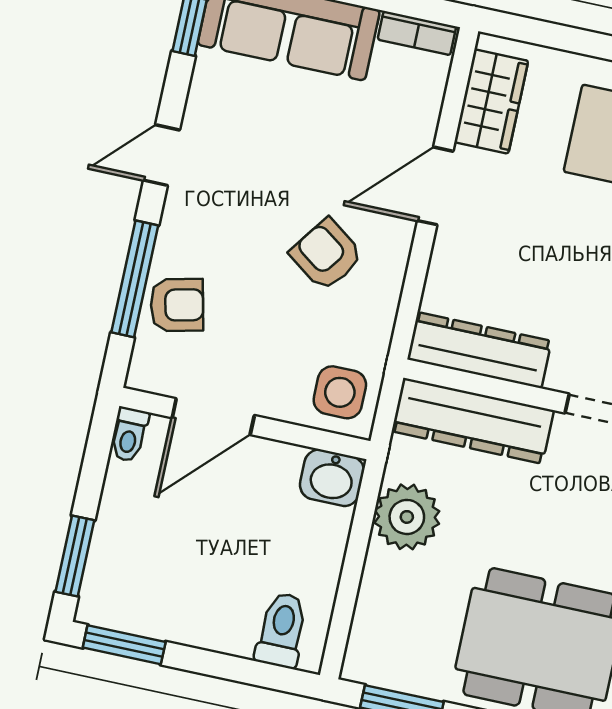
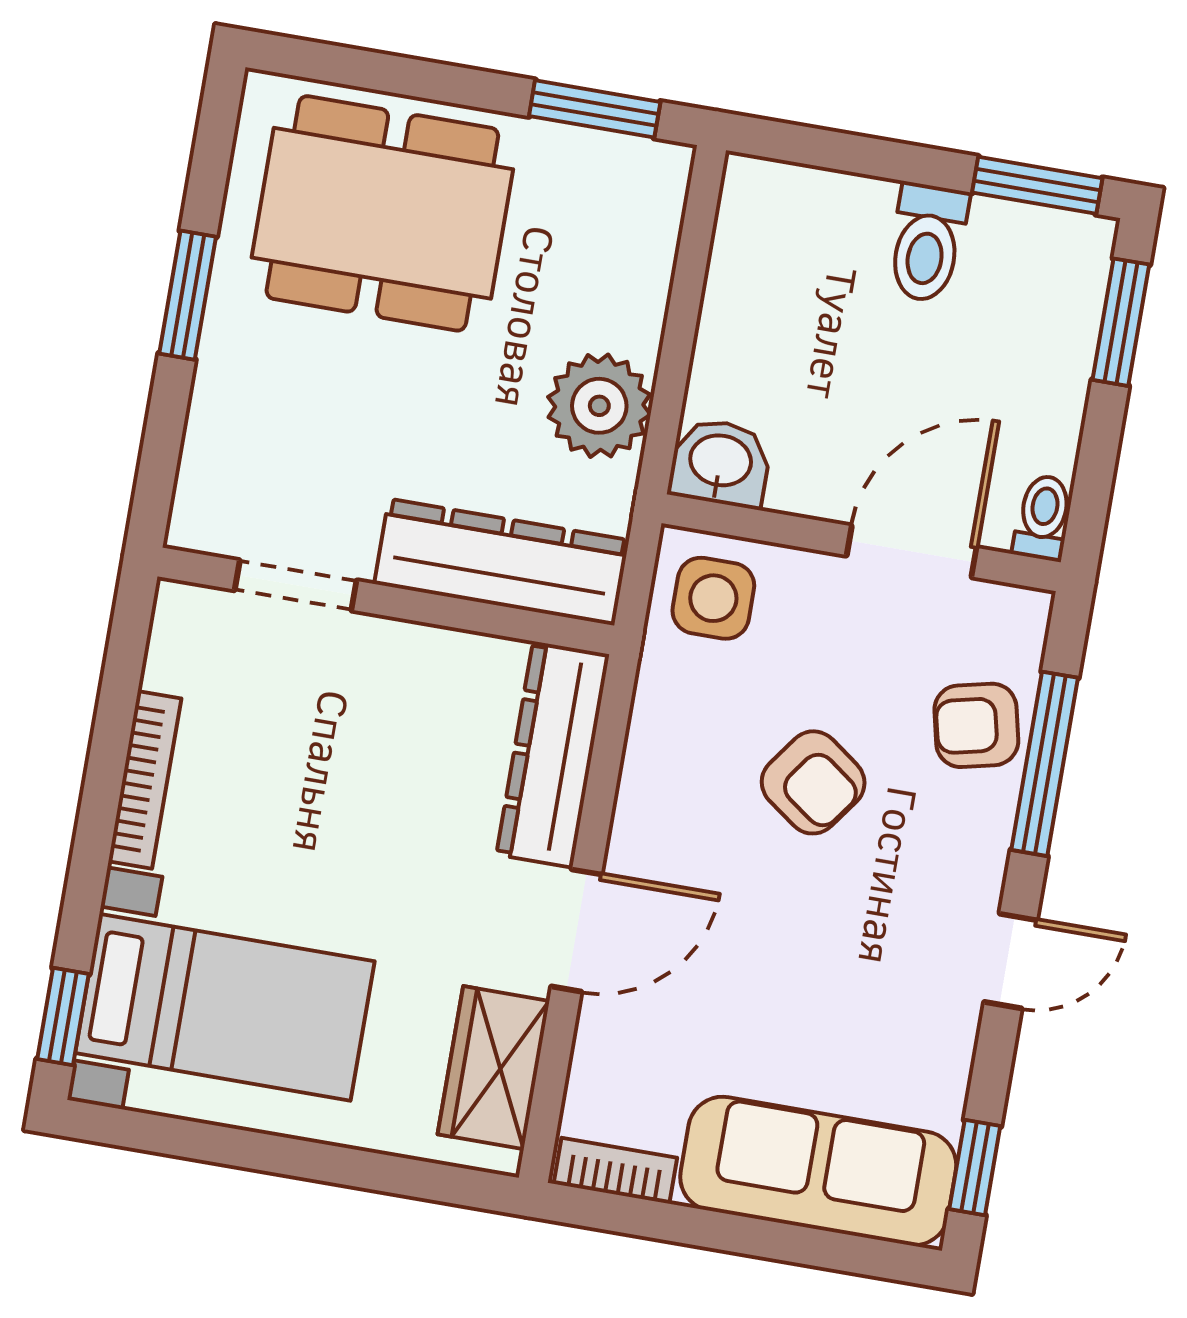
armchair: (326, 255) -> (813, 782), moved
dresser: (479, 350) -> (553, 755), moved, turned 90
toilet: (282, 630) -> (927, 243), moved

